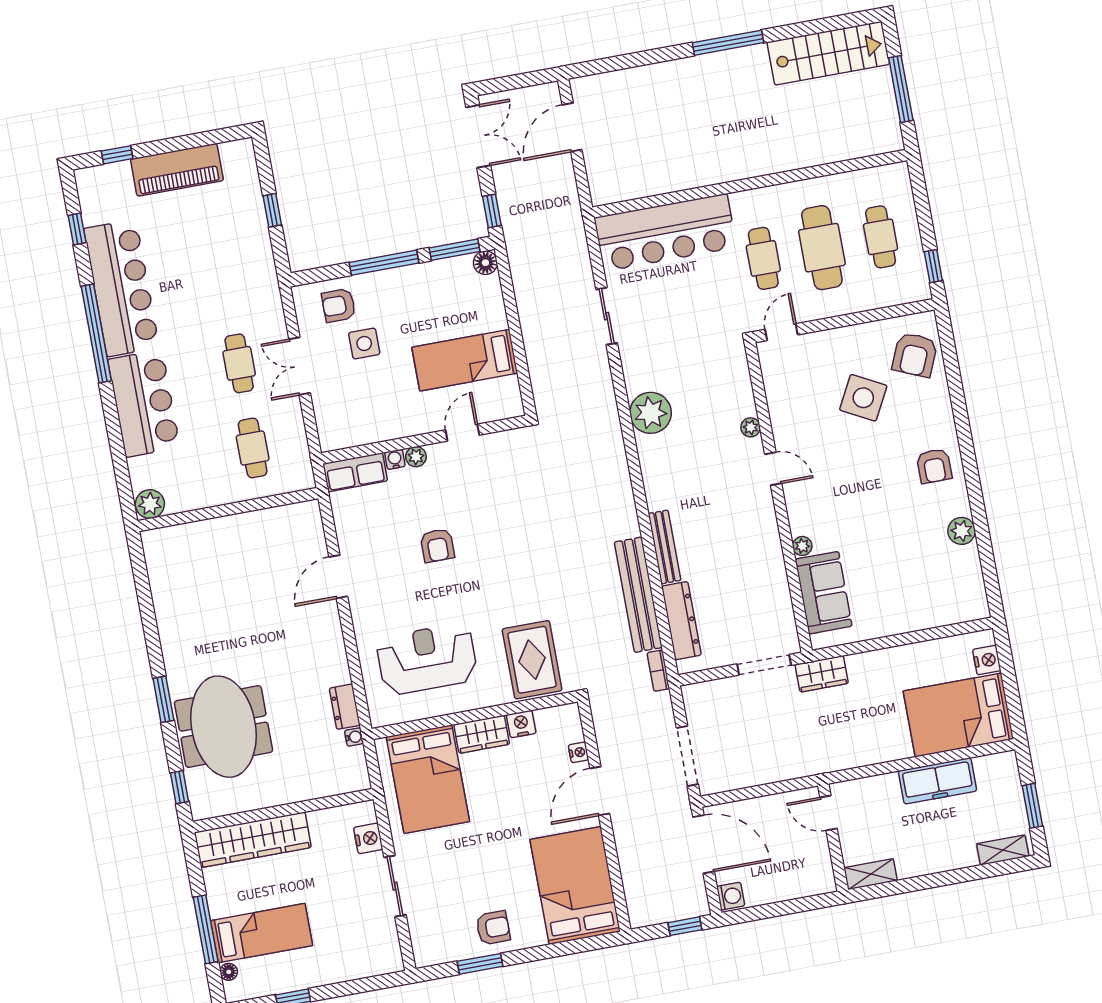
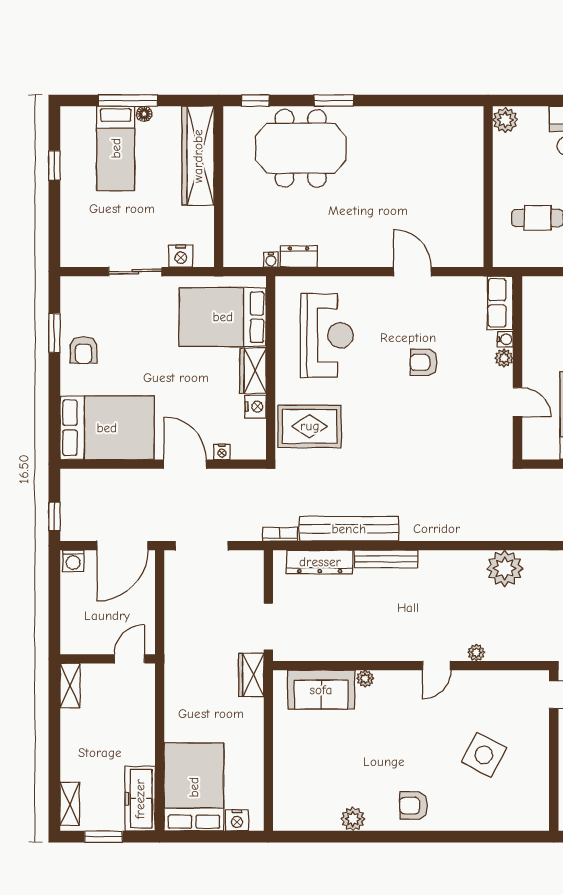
armchair: (915, 355) -> (513, 806), removed
freezer: (937, 781) -> (140, 799), moved
floor lamp: (229, 972) -> (144, 114), moved

